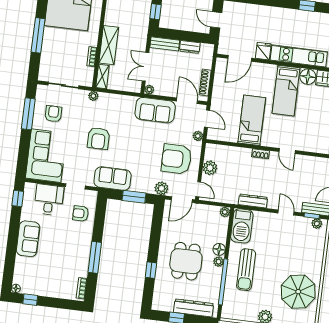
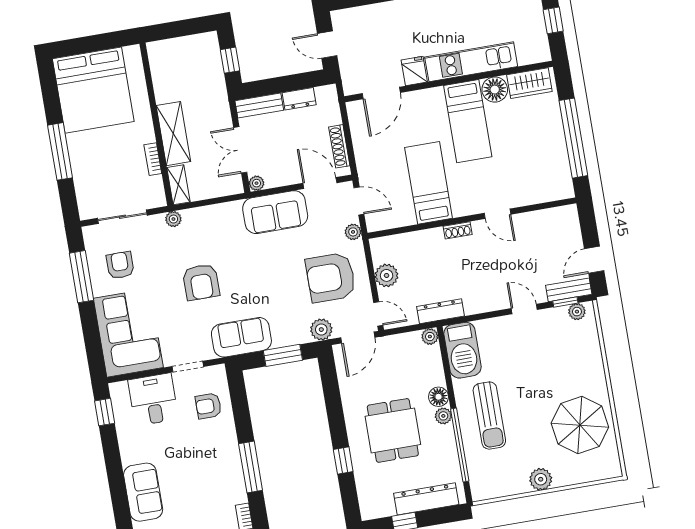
dresser: (253, 201) -> (440, 311), moved
sofa: (28, 239) -> (143, 492), moved

